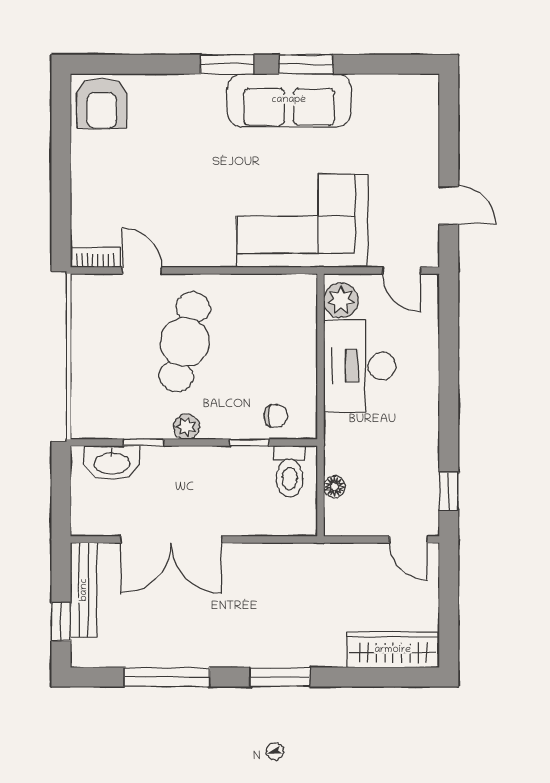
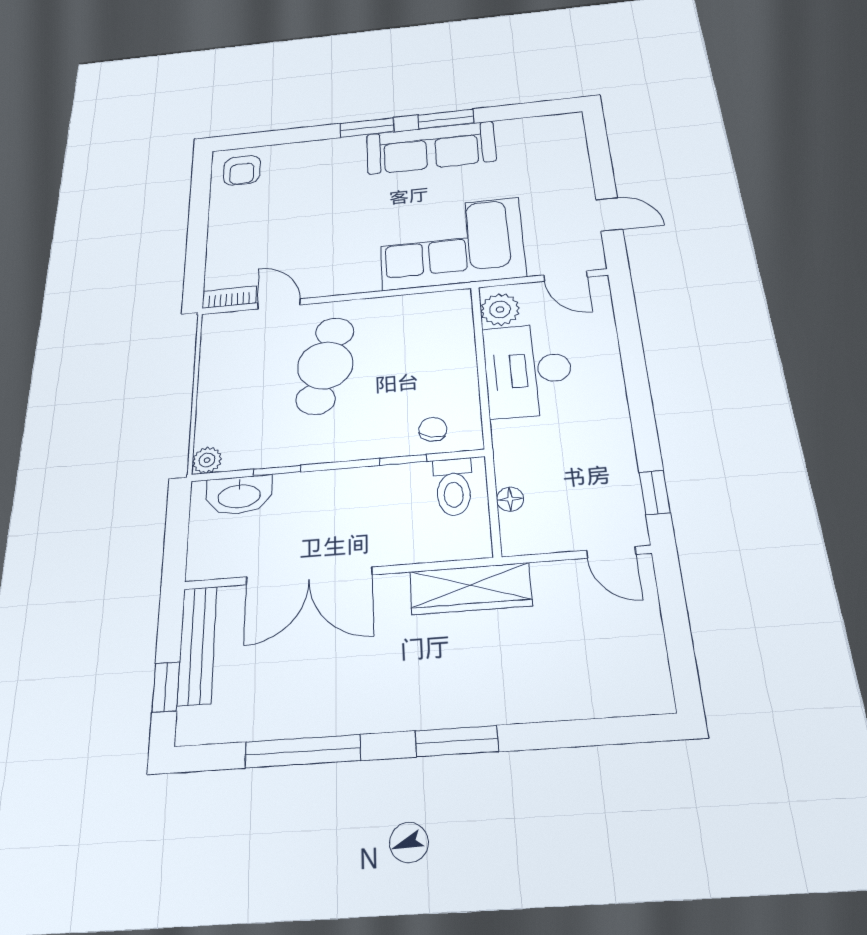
armchair: (102, 103) -> (242, 170), width x0.72, depth x0.72
chair: (276, 416) -> (433, 429), turned -76
plant: (187, 427) -> (207, 460), moved
wardrobe: (393, 650) -> (470, 589), moved, turned 180

